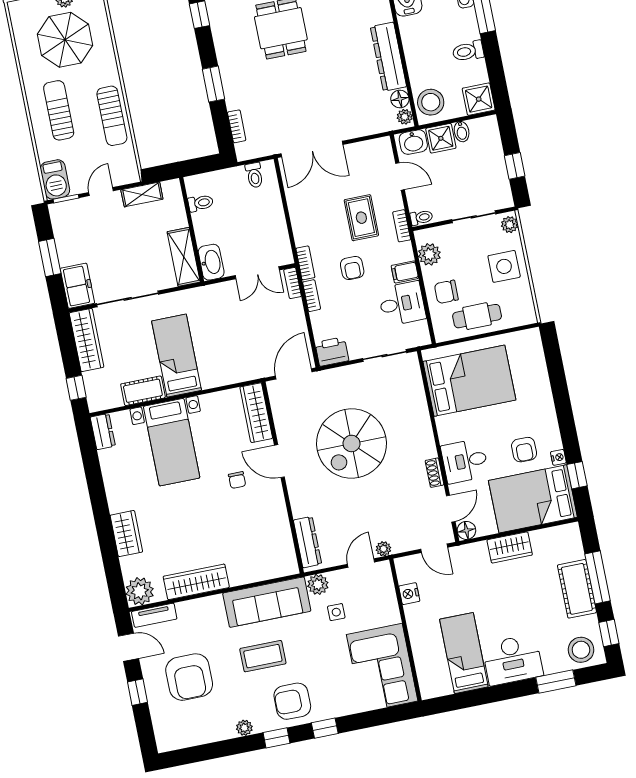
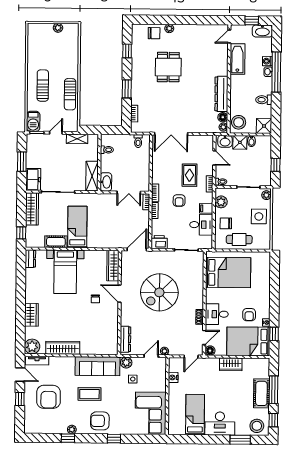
parasol: (65, 40) -> (54, 49), removed
door: (434, 548) -> (191, 356), hinge flipped
window: (276, 738) -> (68, 438), moved

